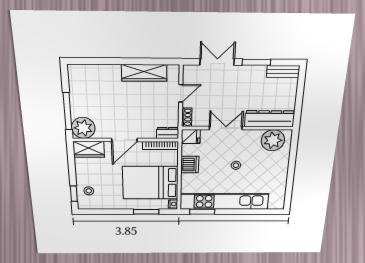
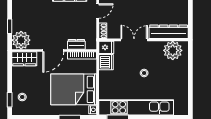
window: (67, 111) -> (10, 26), width x0.46
dresser: (168, 133) -> (76, 44), moved
dishwasher: (190, 165) -> (106, 62), moved

